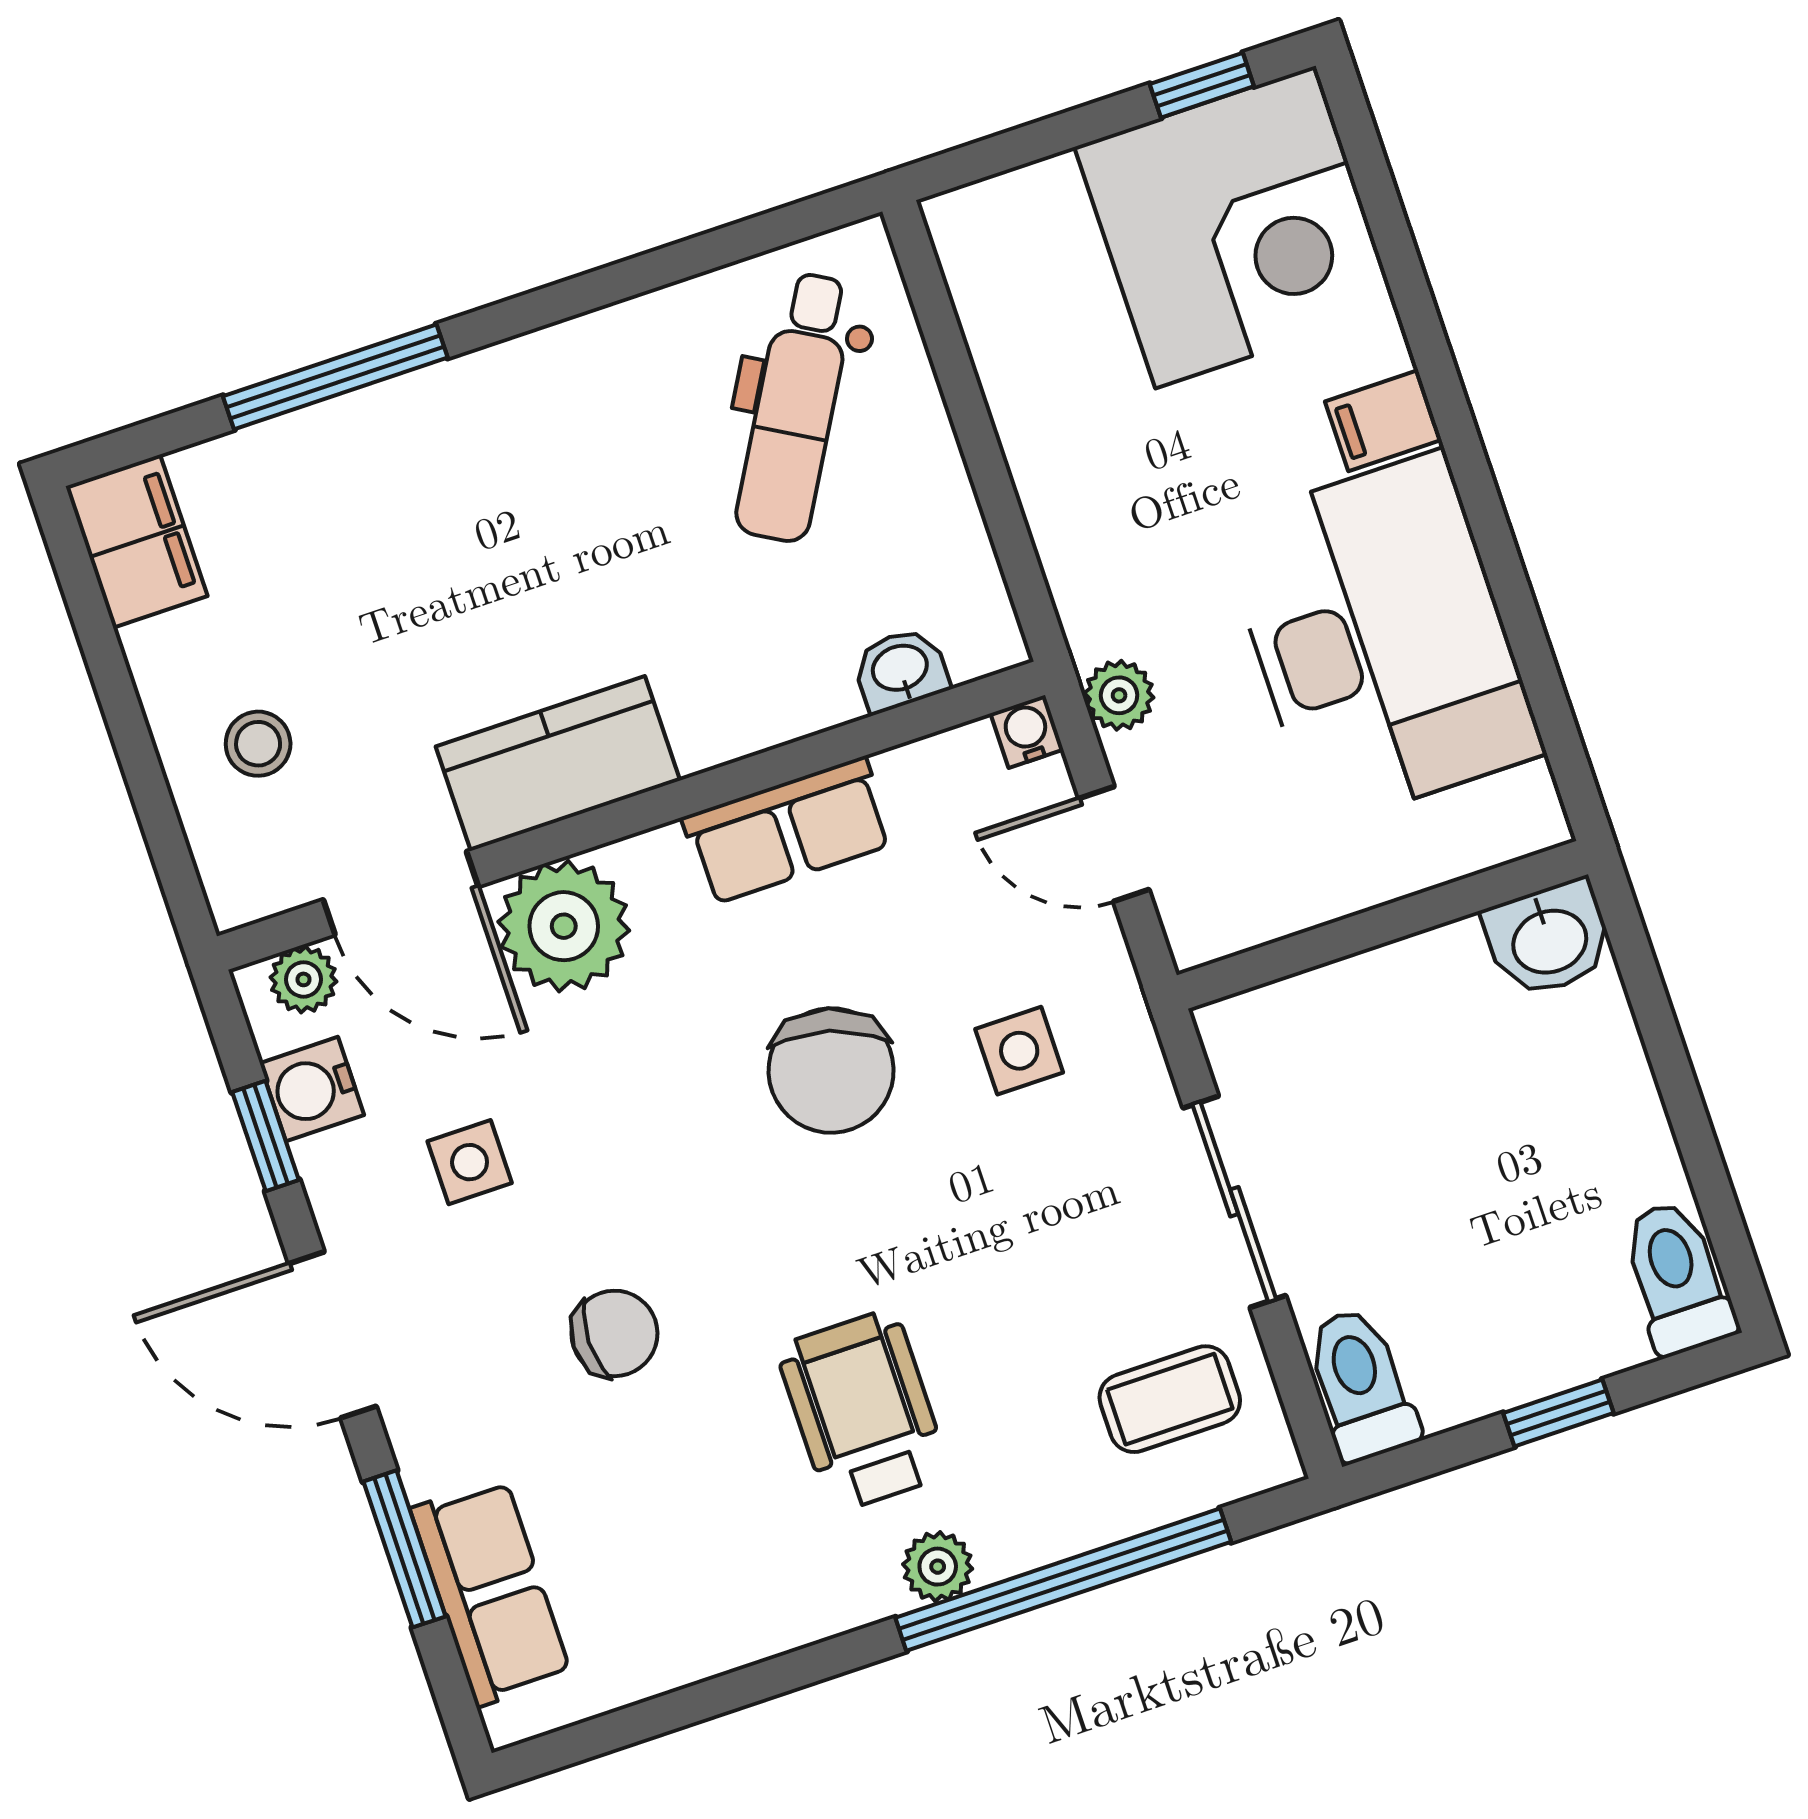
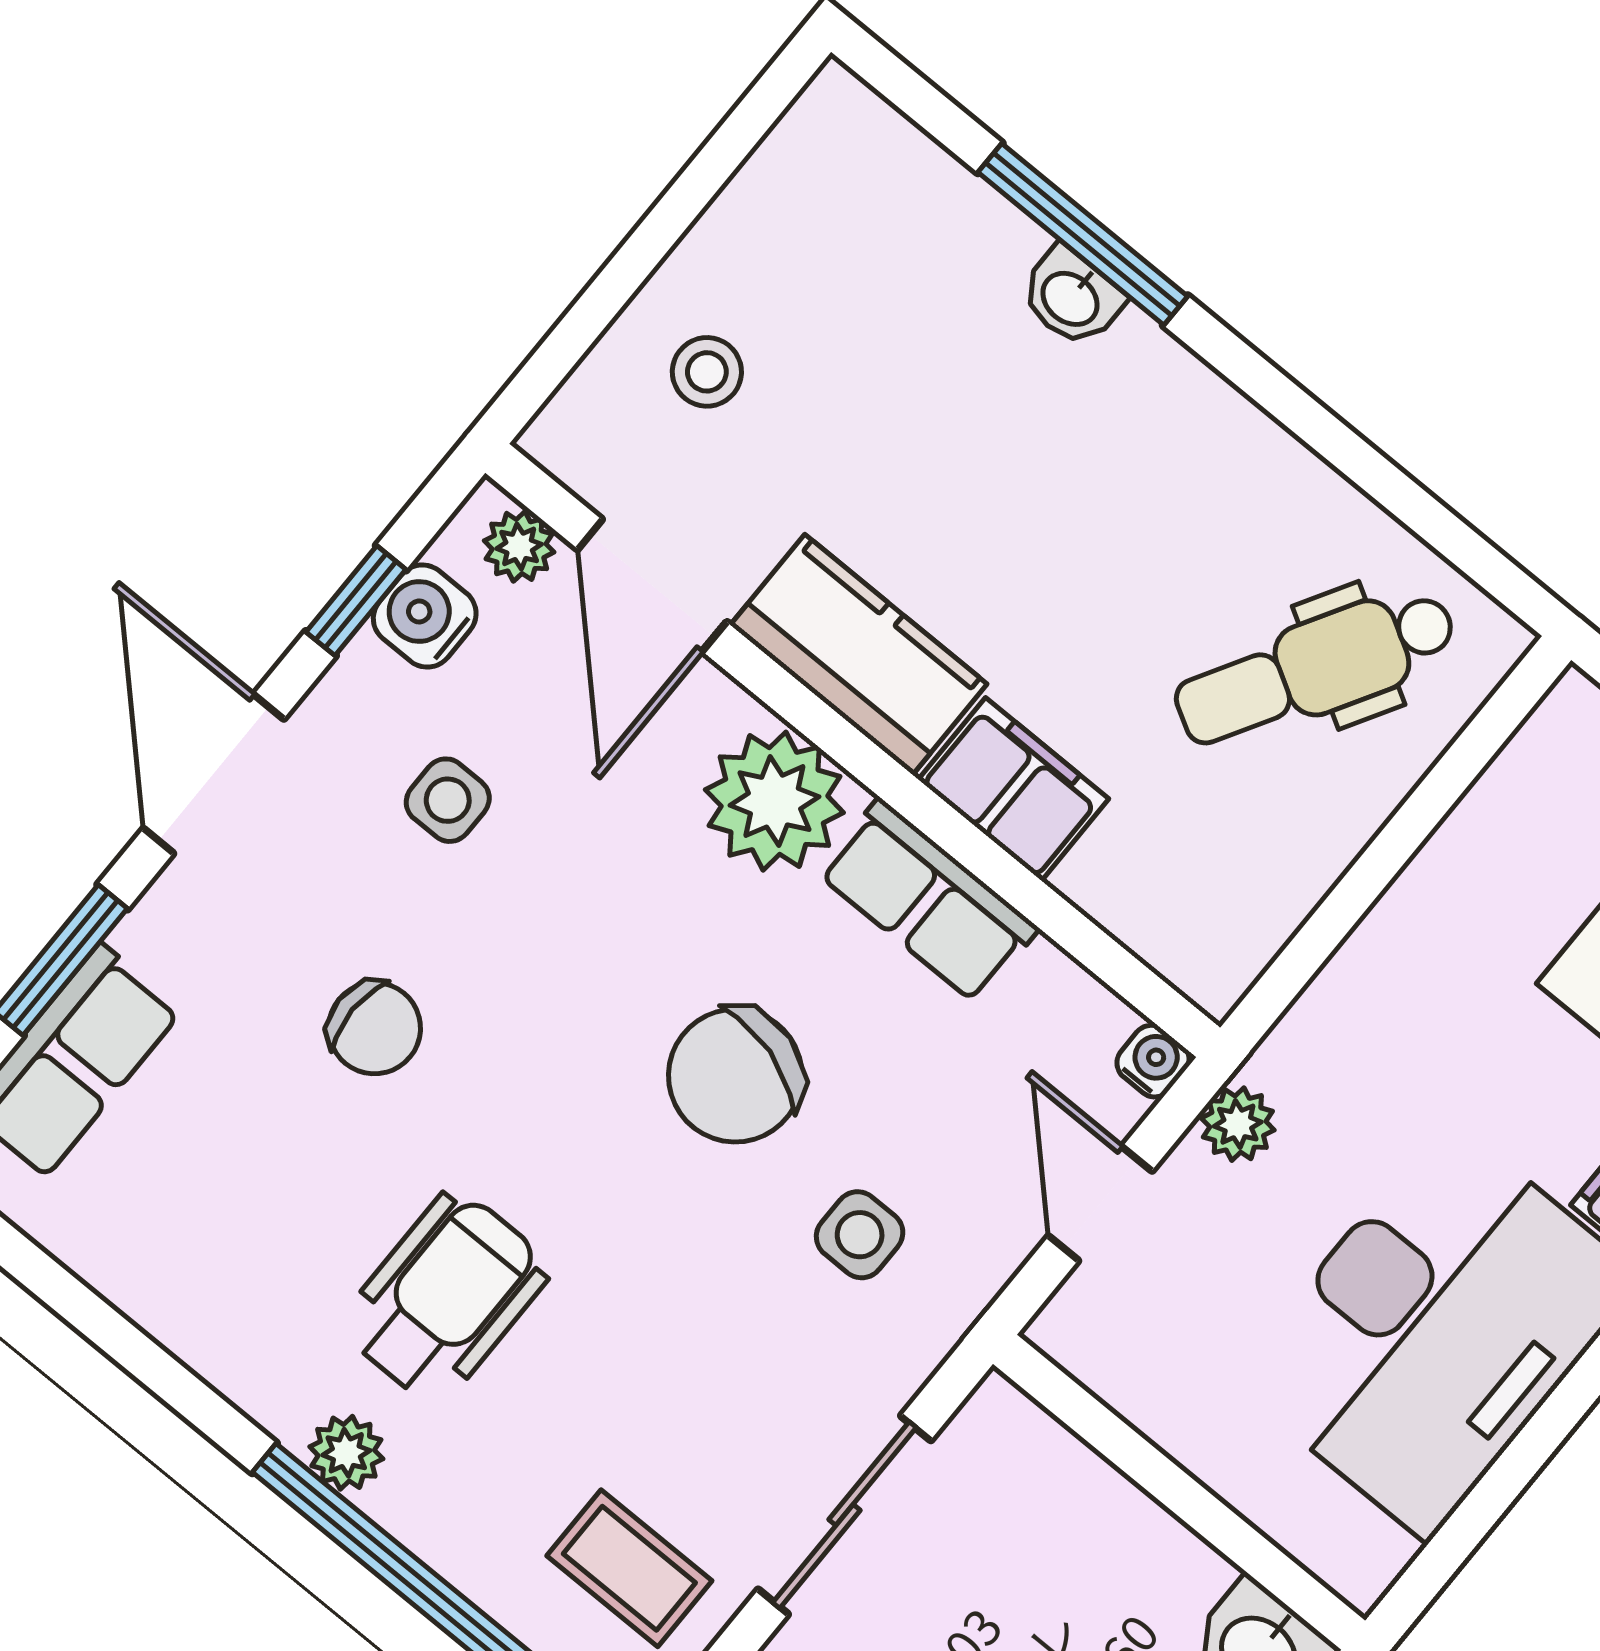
filing cabinet: (136, 541) -> (1014, 789), moved, turned -90
washbasin: (900, 670) -> (1071, 297), moved, turned 180
plant: (564, 926) -> (774, 801), moved

